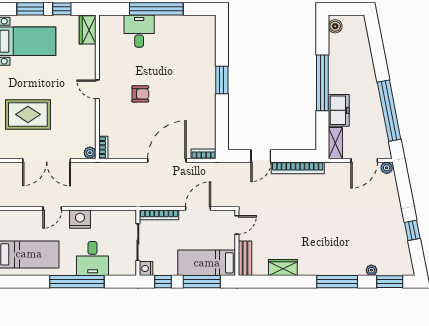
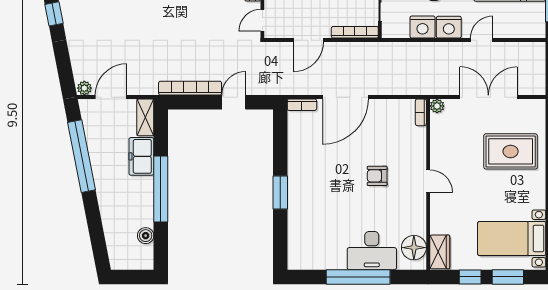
boiler: (335, 26) -> (146, 236), moved
desk: (139, 31) -> (372, 251), width x1.37
floor lamp: (109, 34) -> (414, 248), added
nightstand: (102, 219) -> (423, 27), added

